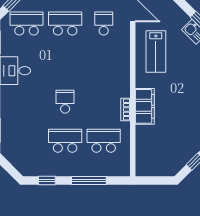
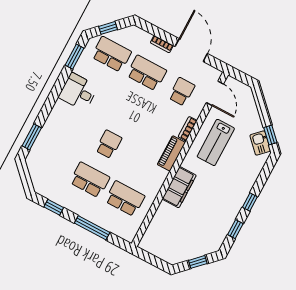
piano: (123, 81) -> (171, 153), added
bookcase: (125, 110) -> (188, 129), moved

